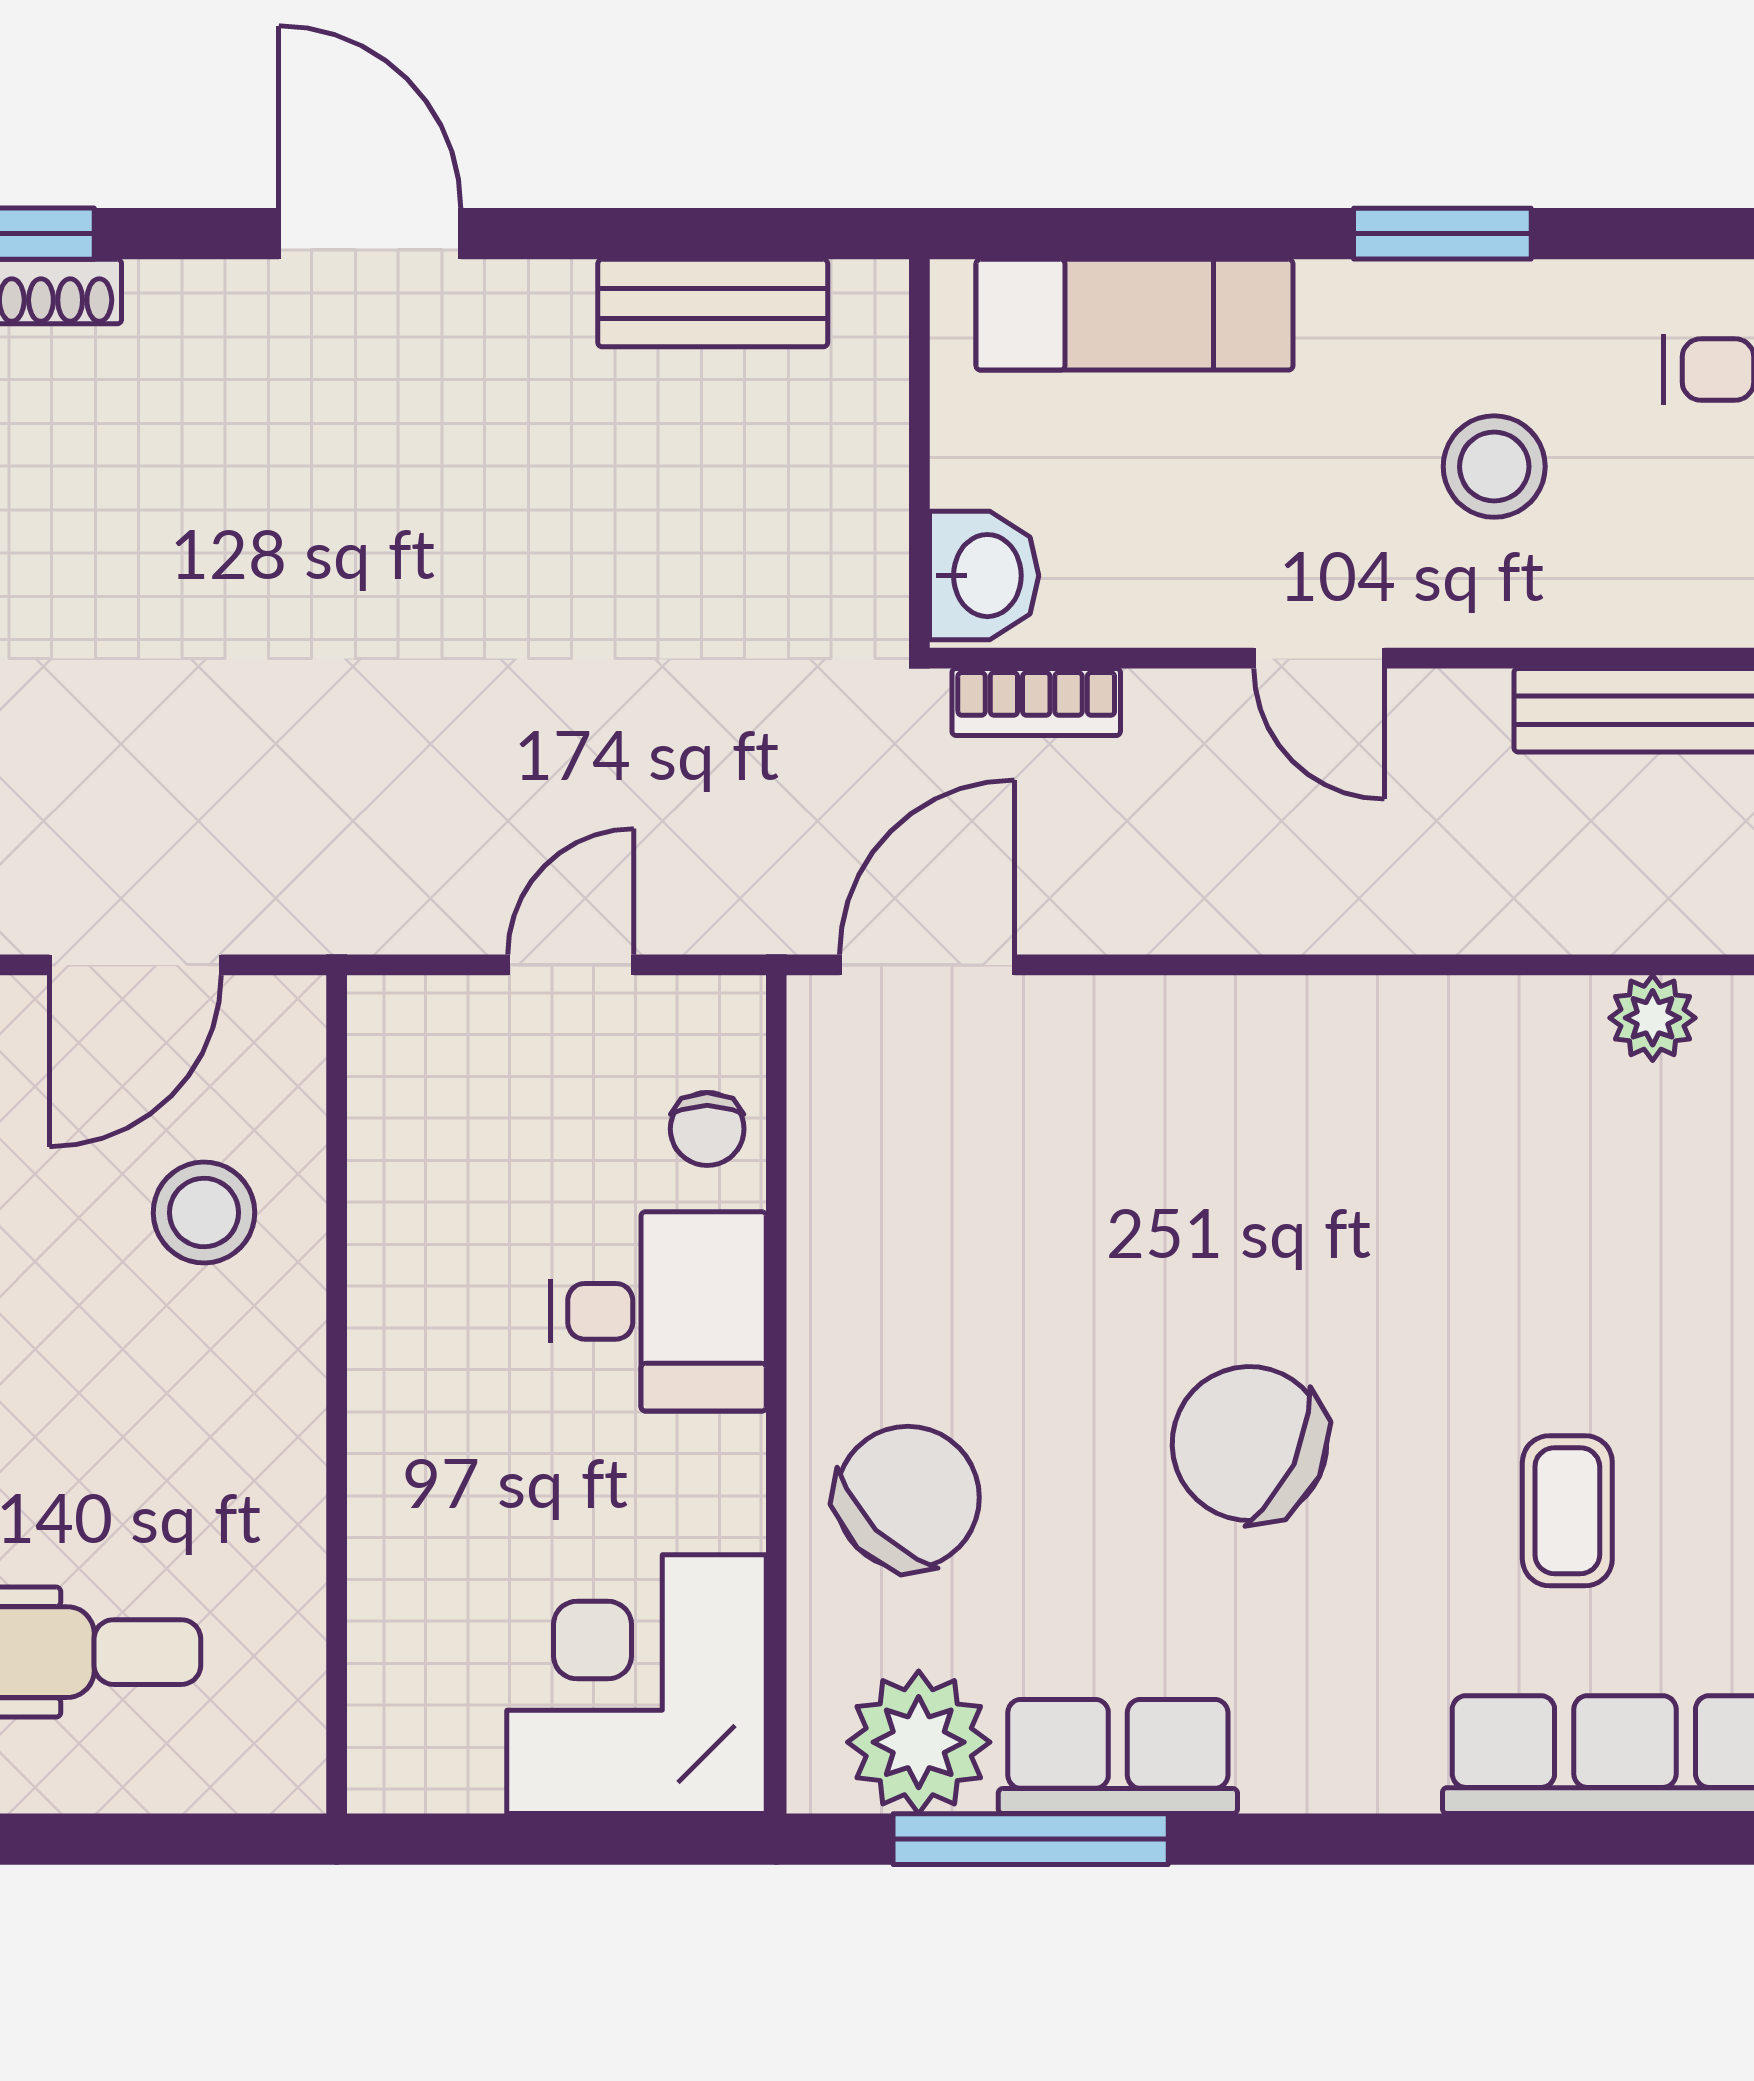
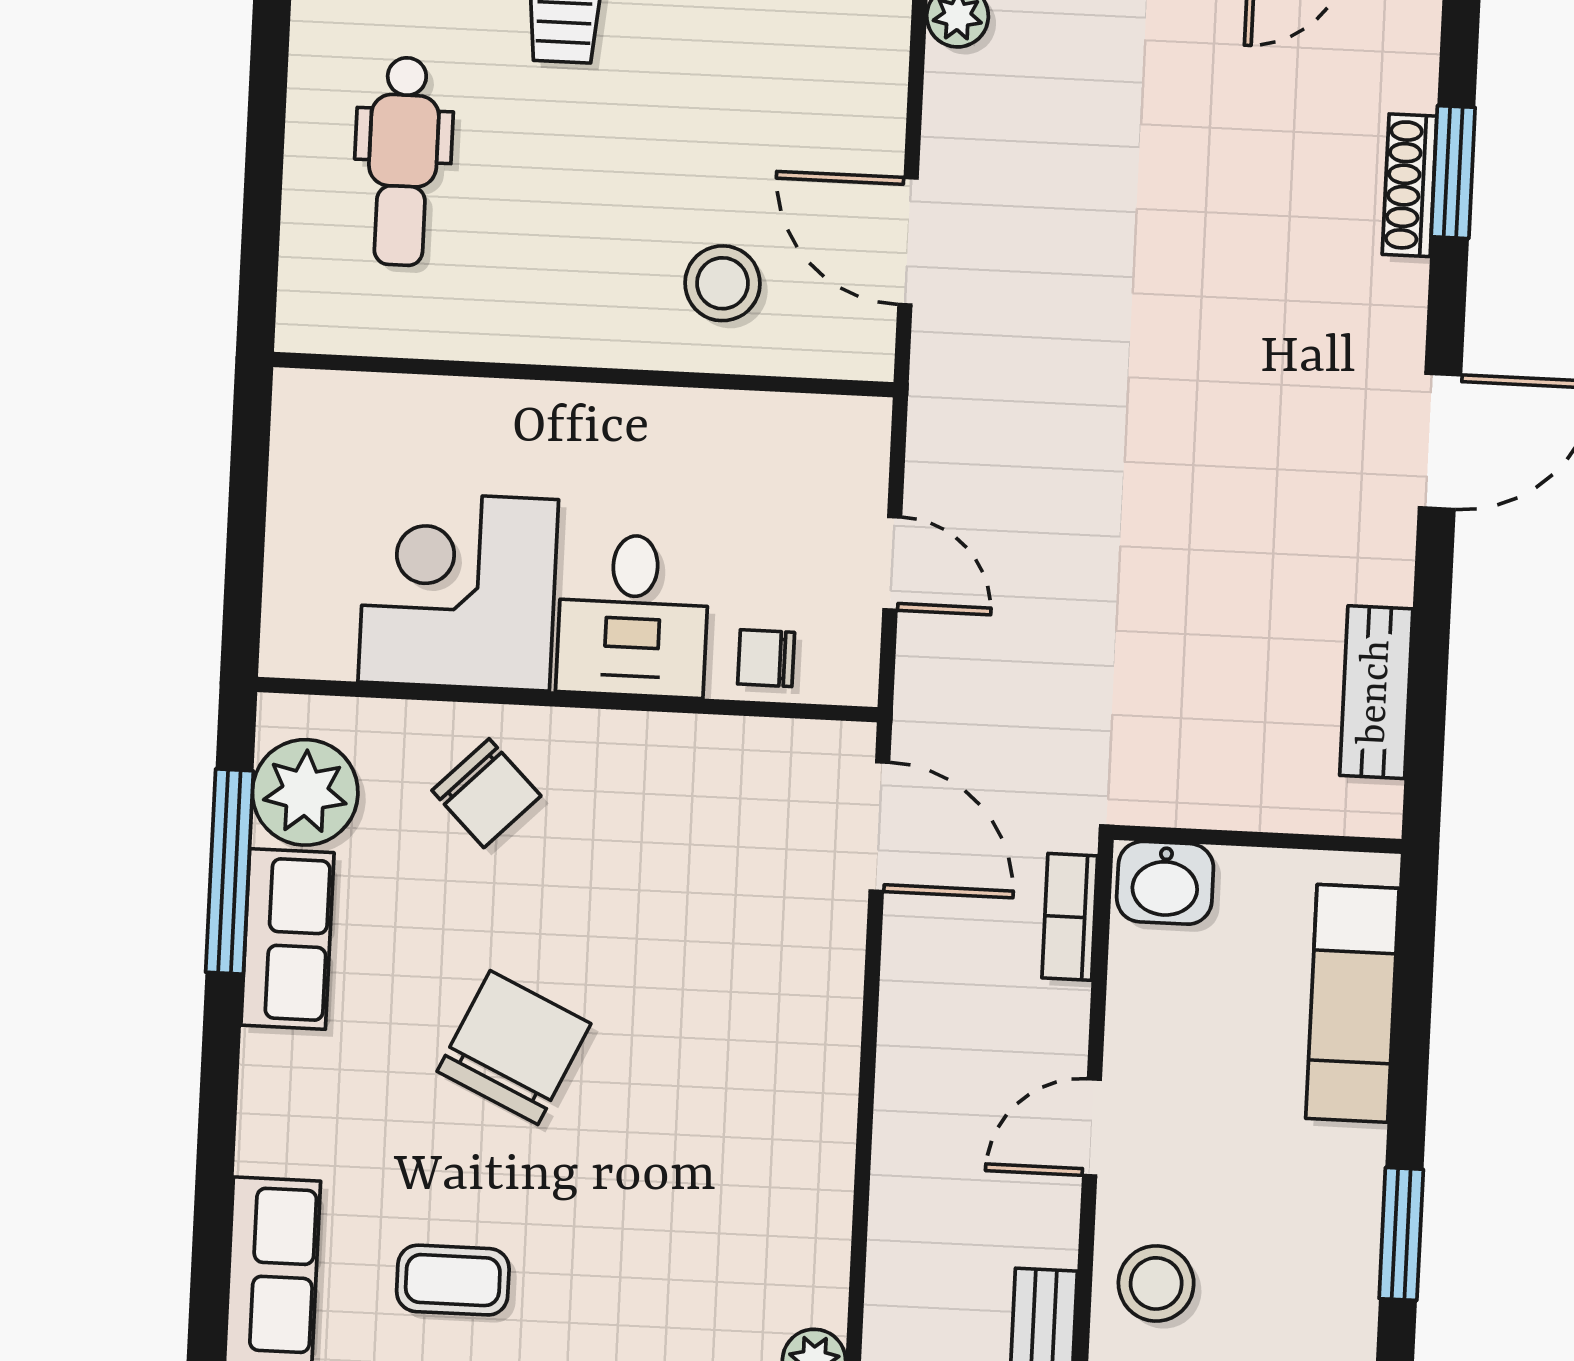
stool: (1494, 467) -> (1156, 1283), moved
chair: (908, 1497) -> (486, 793), width x0.73, depth x0.73
corner desk: (637, 1684) -> (458, 591), moved, turned -90

